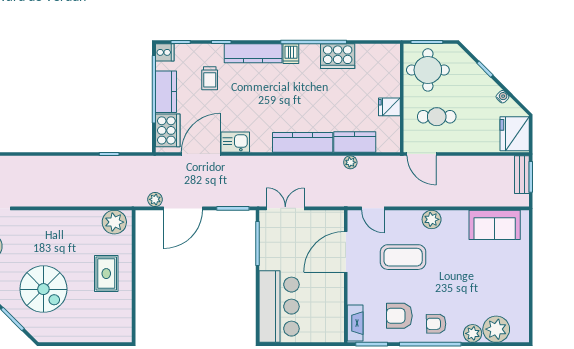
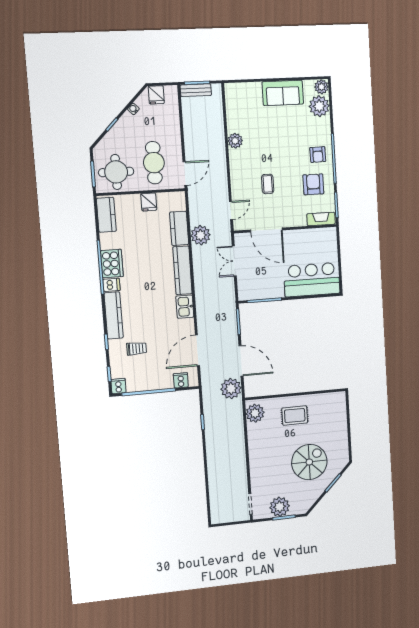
cooker: (338, 56) -> (112, 264), moved
kitchen counter: (166, 92) -> (106, 215), moved, turned 90
cafe table: (437, 117) -> (154, 163), width x1.37, depth x1.35
cooker: (168, 130) -> (181, 380), width x0.53, depth x0.76
fridge: (515, 134) -> (156, 95), width x0.53, depth x0.75
kitchen sink: (235, 142) -> (185, 307), moved
door: (201, 154) -> (197, 350), hinge flipped
plant: (350, 162) -> (201, 235), width x1.87, depth x1.87
plant: (155, 199) -> (231, 389), width x1.88, depth x1.88
double door: (285, 208) -> (234, 261), moved
plant: (432, 219) -> (235, 141), moved
sofa: (495, 225) -> (283, 93), moved, turned 90
coffee table: (403, 257) -> (268, 184), width x0.54, depth x0.58
armchair: (399, 316) -> (313, 184), turned 180
plant: (473, 333) -> (321, 87), moved

